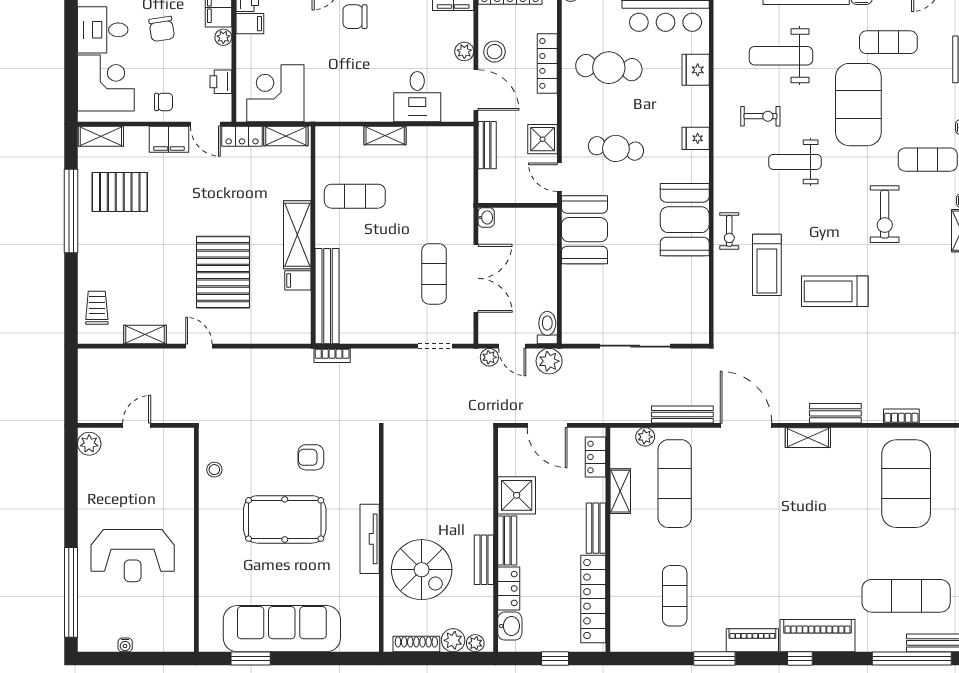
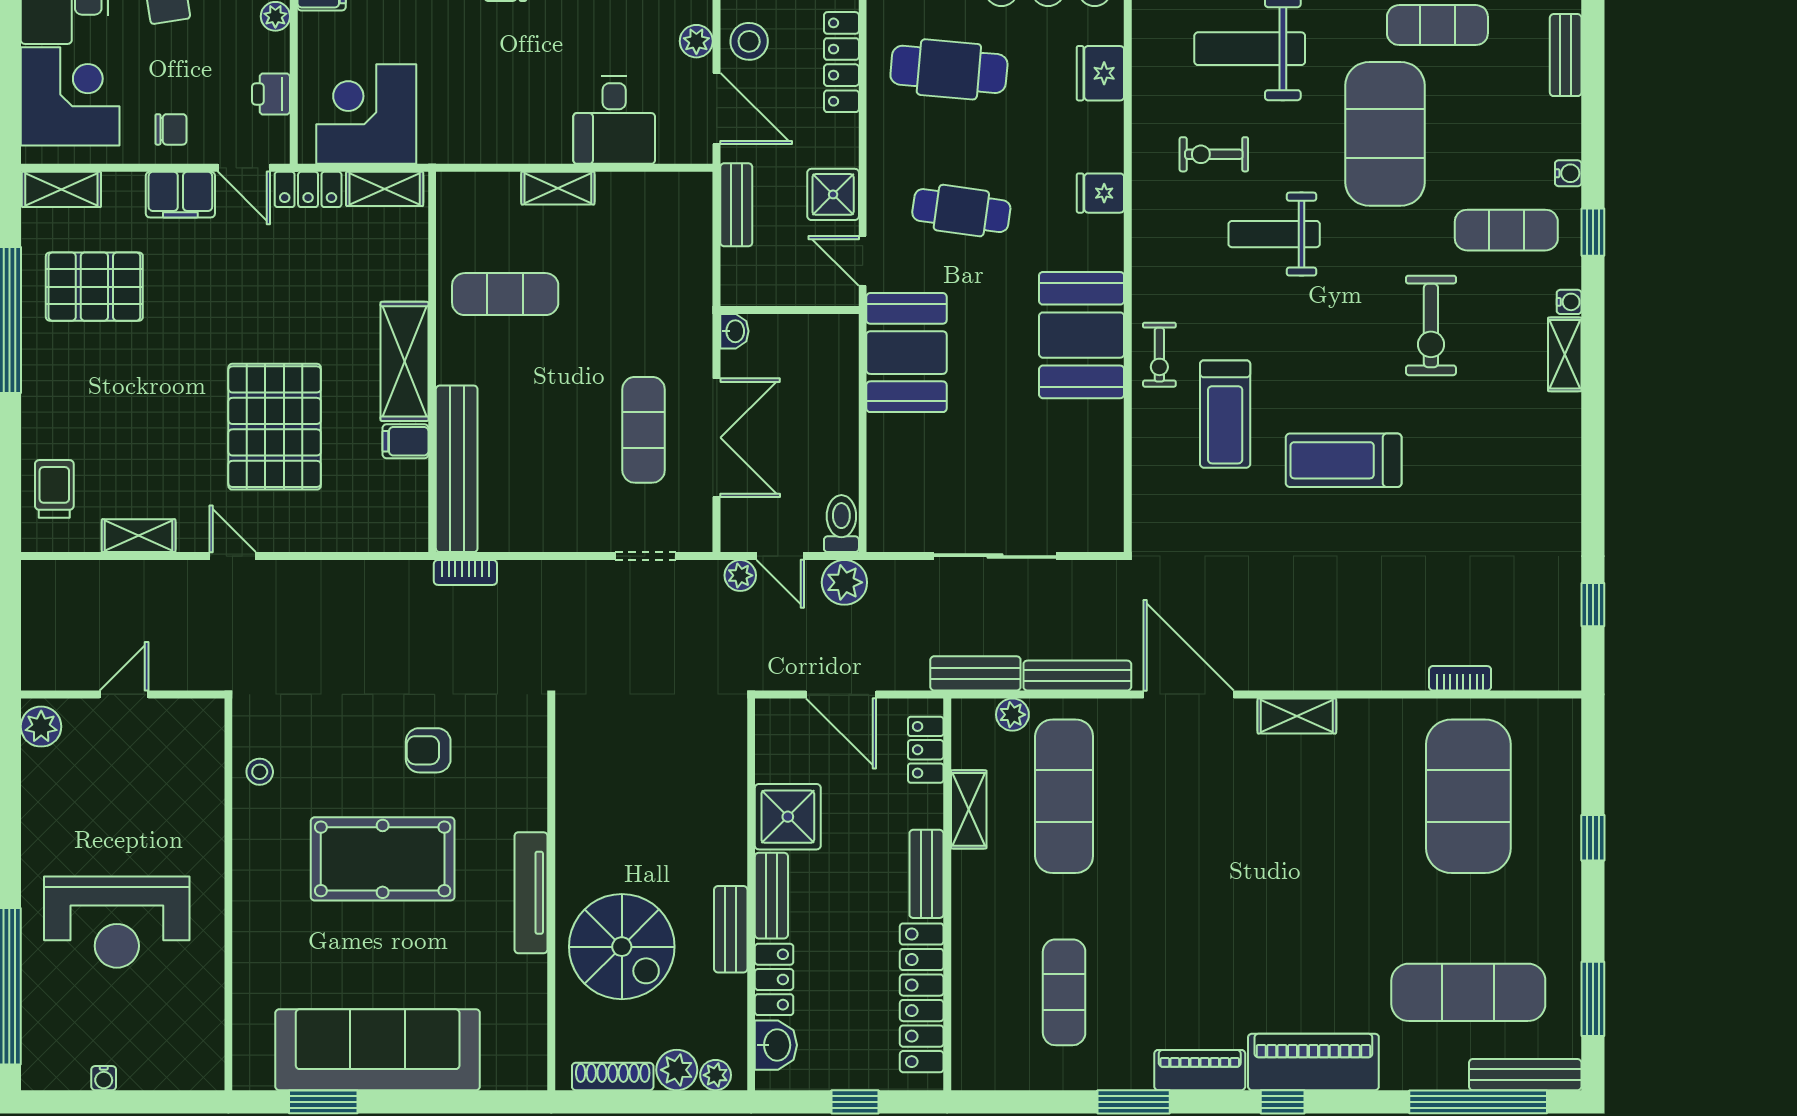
exercise bike: (760, 116) -> (1214, 154), turned 180
bench: (835, 413) -> (975, 673), moved

